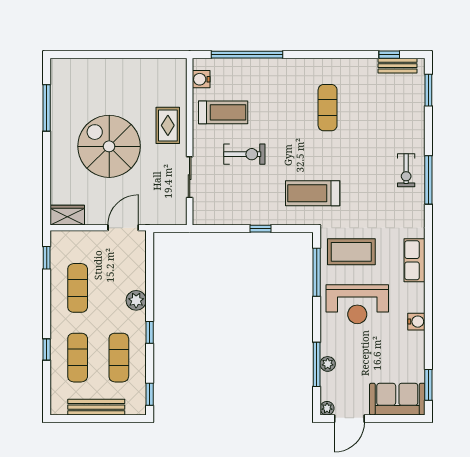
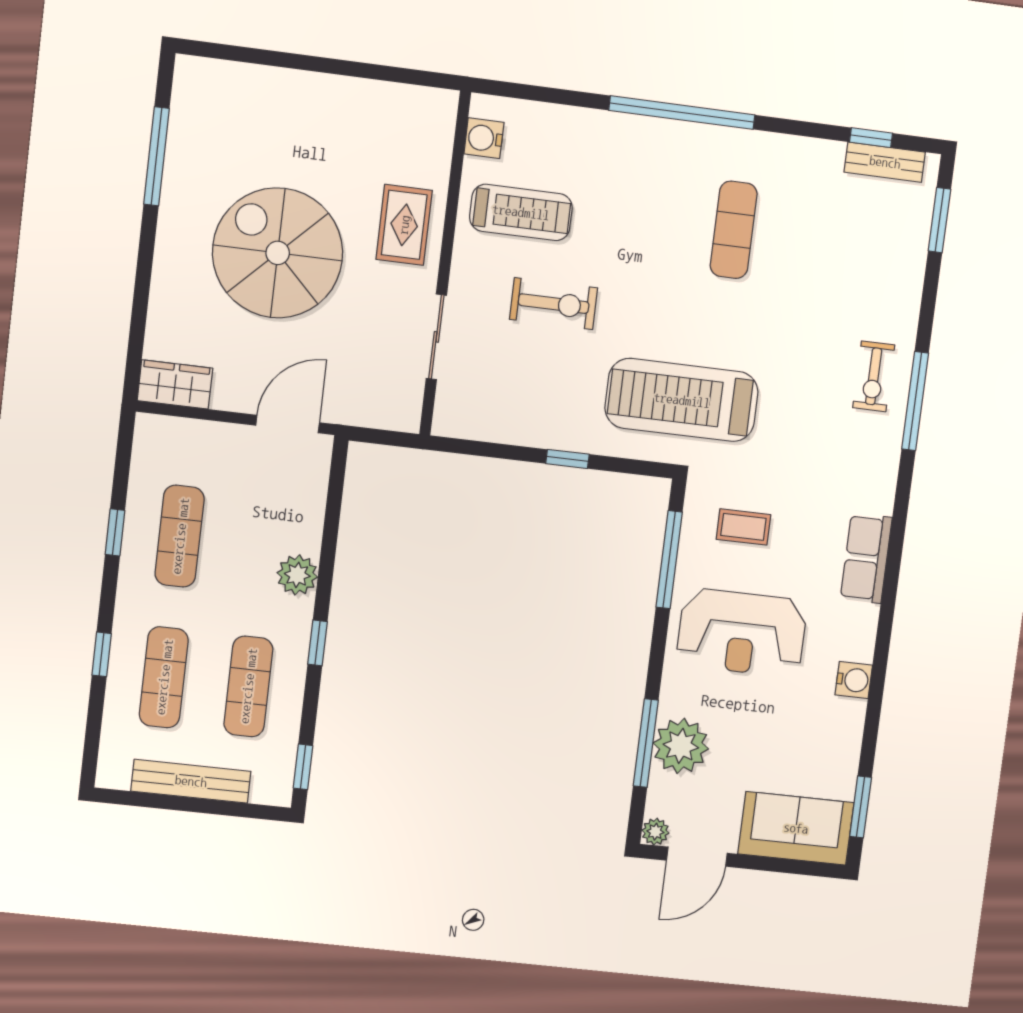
window: (247, 55) -> (682, 113), moved
treadmill: (313, 193) -> (682, 400), width x1.37, depth x1.38
coffee table: (351, 252) -> (743, 527), width x0.54, depth x0.58
window: (47, 258) -> (115, 532), moved
plant: (328, 364) -> (681, 746), width x1.87, depth x1.87

